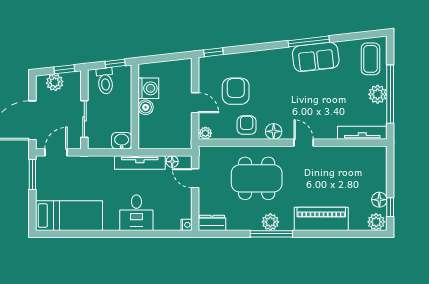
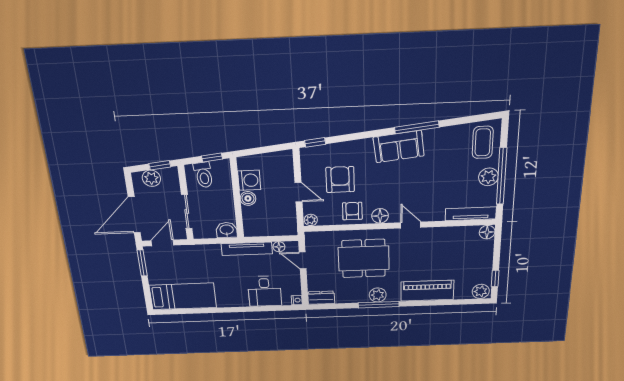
sofa: (316, 57) -> (399, 147), moved
floor lamp: (379, 200) -> (487, 232), moved
desk: (136, 213) -> (265, 291), moved

